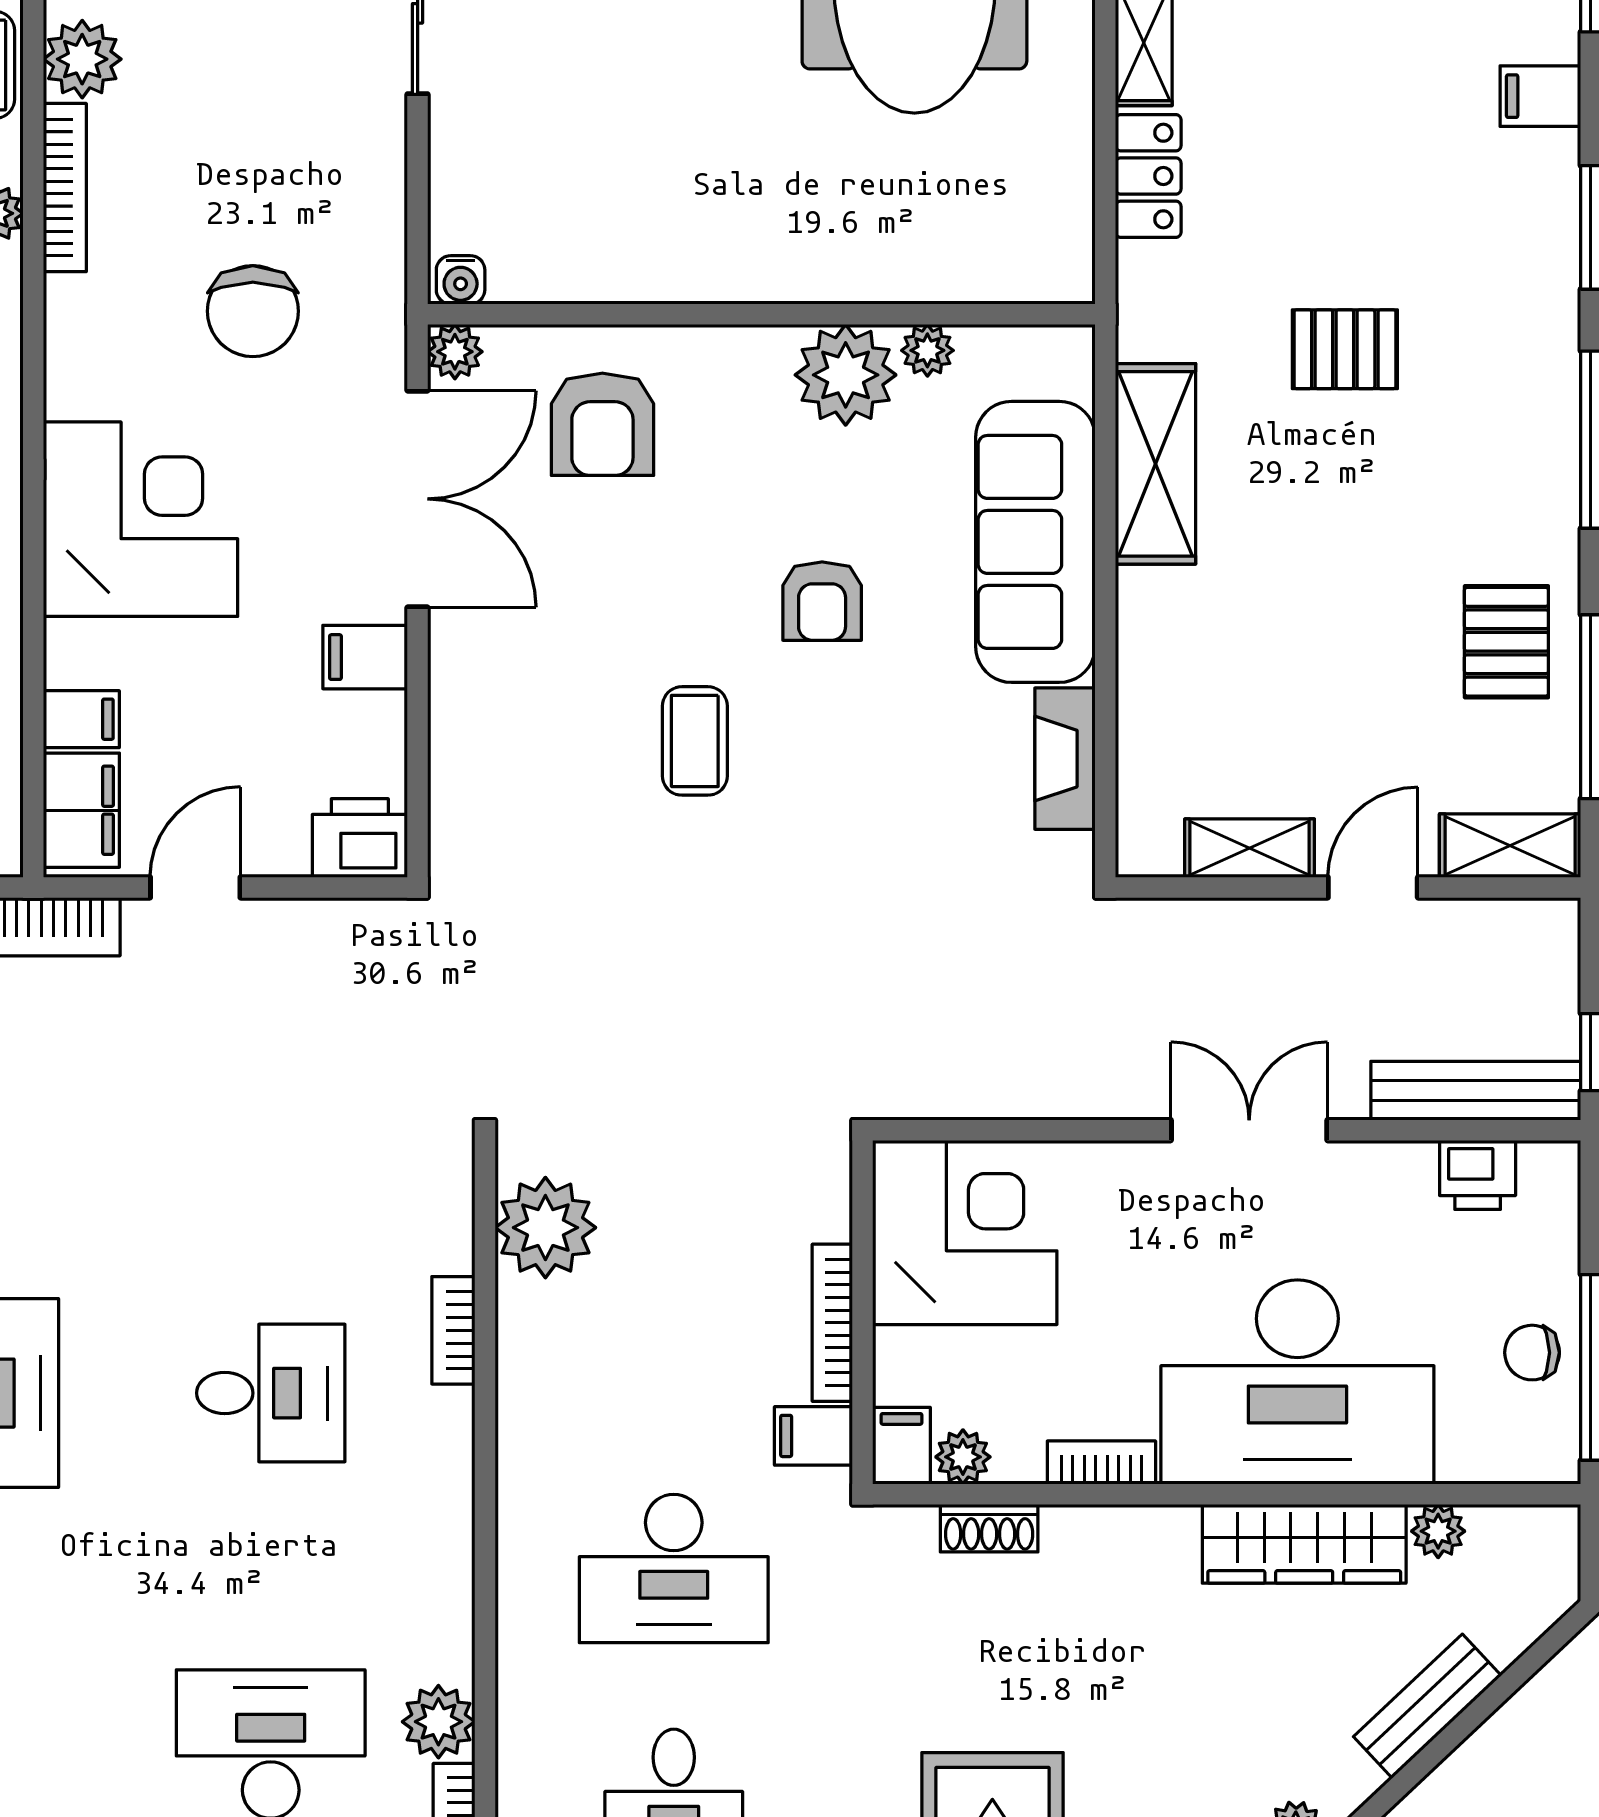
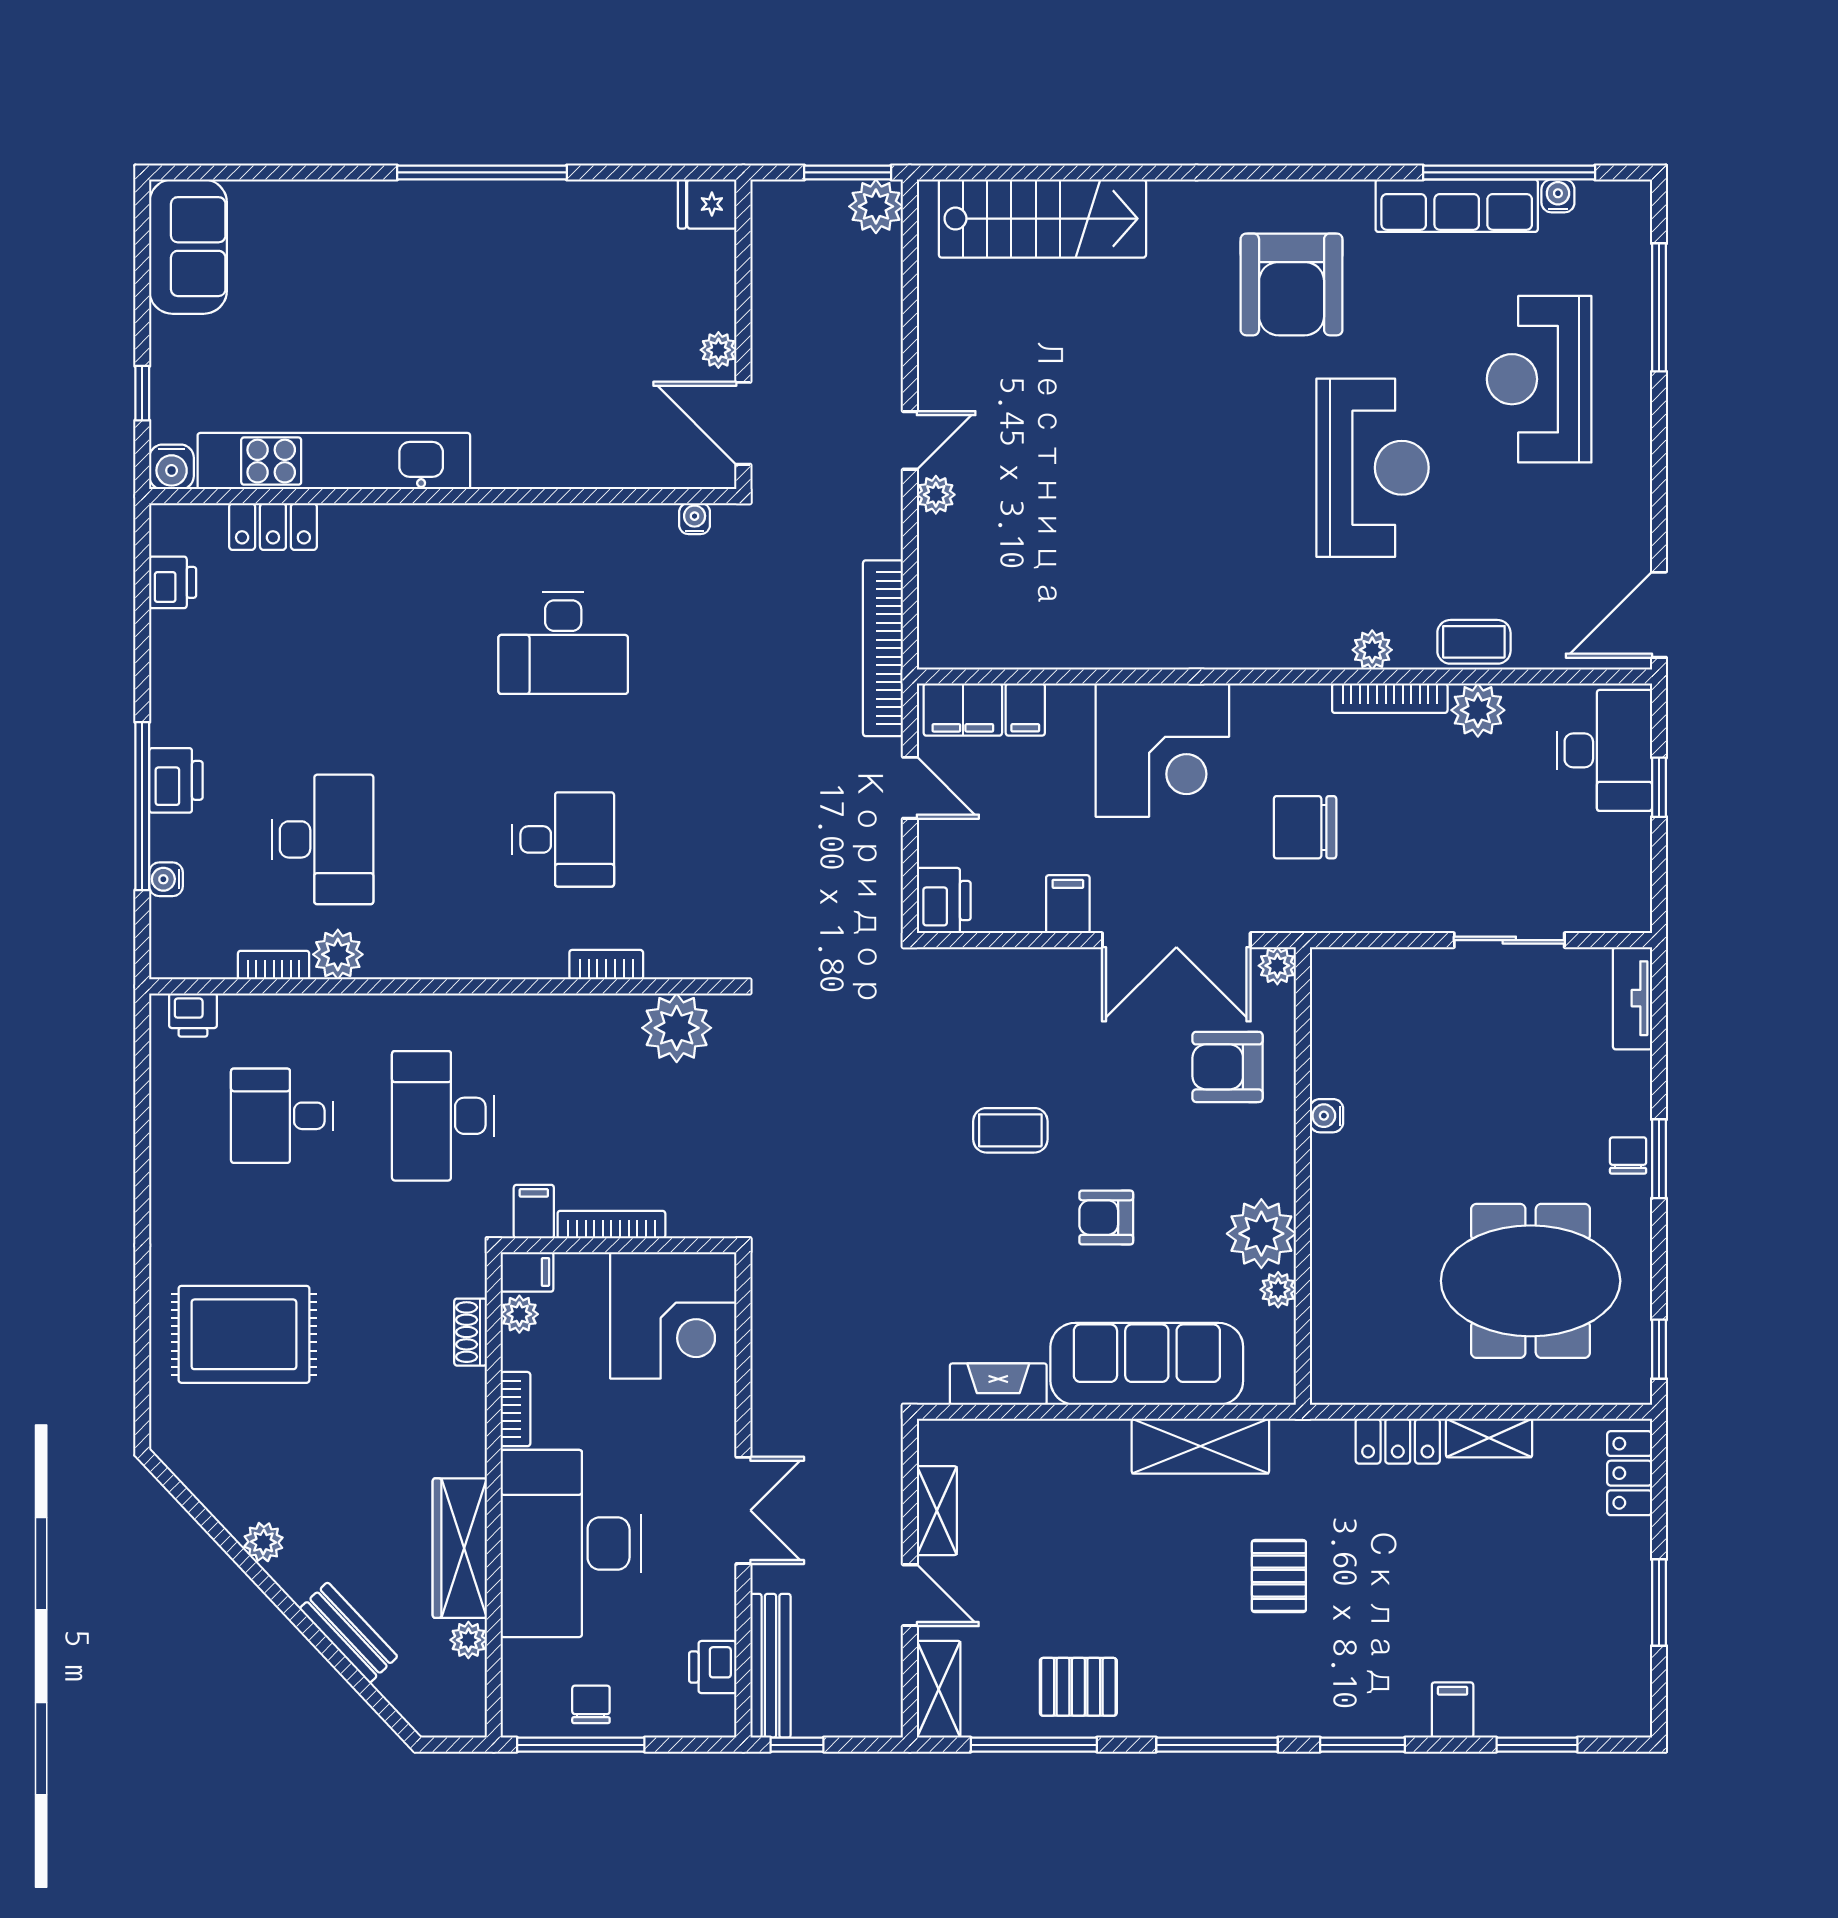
water cooler: (461, 280) -> (1326, 1116), moved
desk: (271, 1393) -> (563, 839), turned -90

